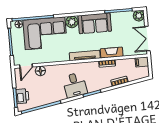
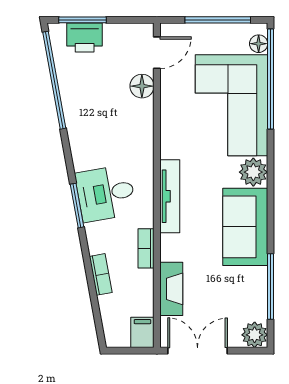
fireplace: (112, 53) -> (171, 289), moved
door: (26, 66) -> (157, 53), swing flipped
desk: (75, 85) -> (106, 193), moved

